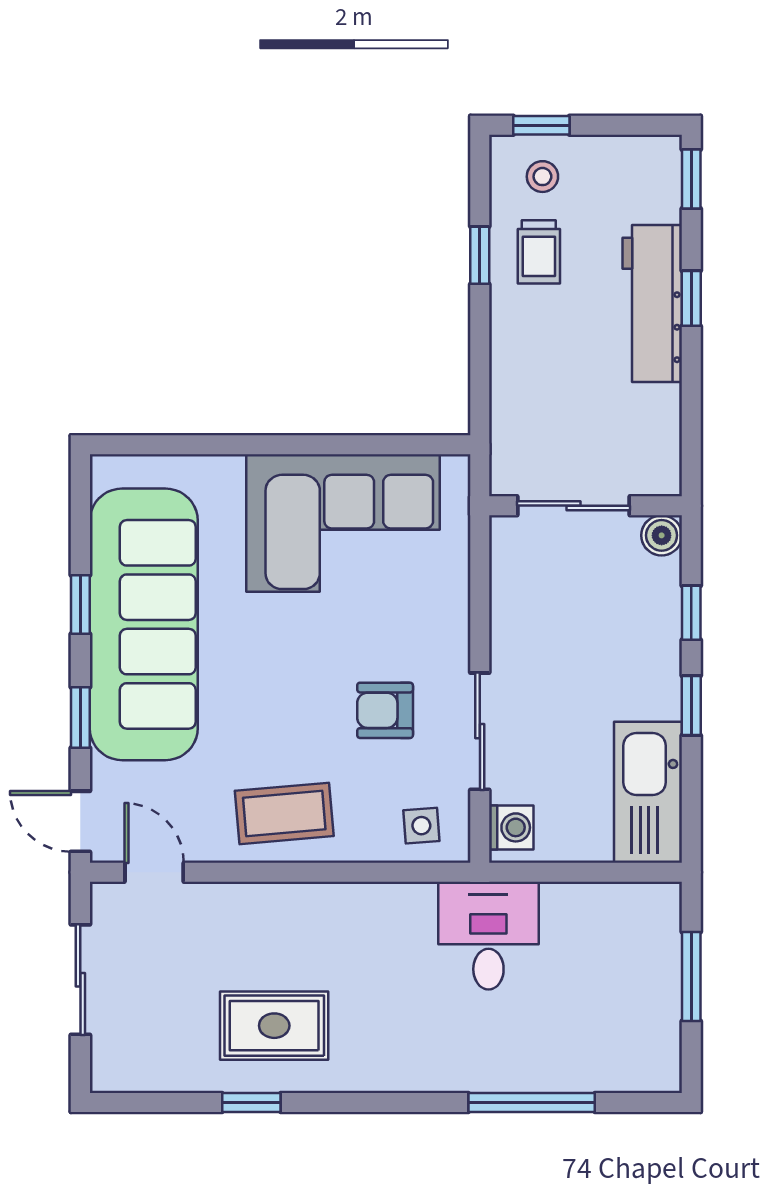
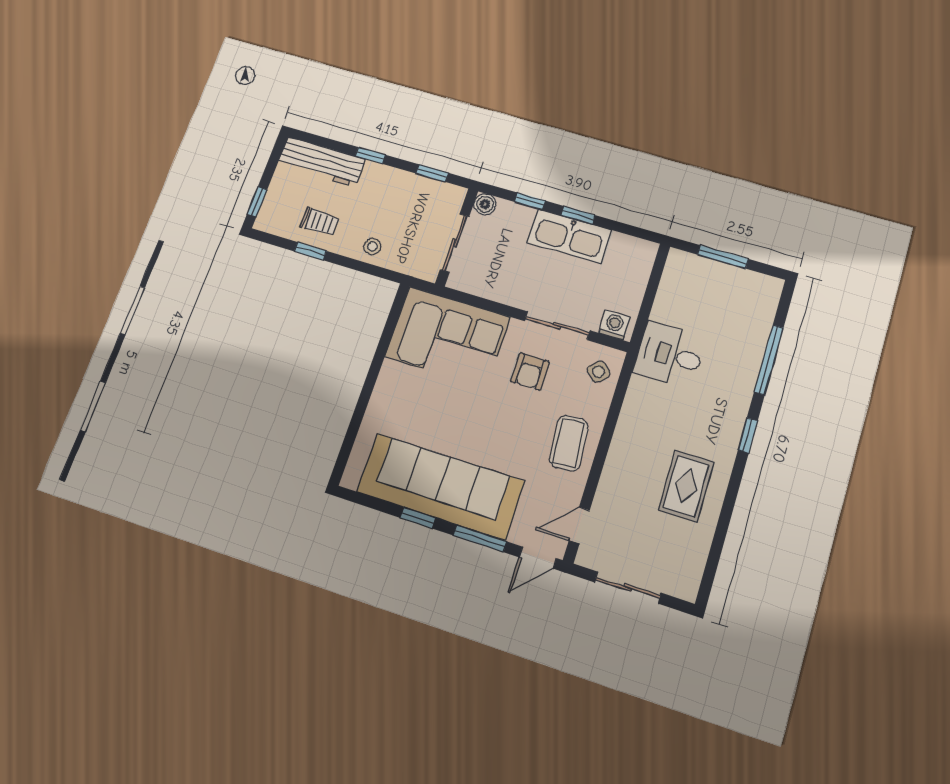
stool: (542, 177) -> (372, 246), moved
window: (691, 179) -> (432, 173), moved
workbench: (652, 304) -> (321, 162), moved
corner sofa: (343, 523) -> (448, 337), moved, turned 90
window: (80, 717) -> (480, 538), width x1.50
kitchen sink: (648, 792) -> (569, 236), moved
side table: (421, 826) -> (598, 372), turned 45
window: (251, 1102) -> (748, 435), moved

